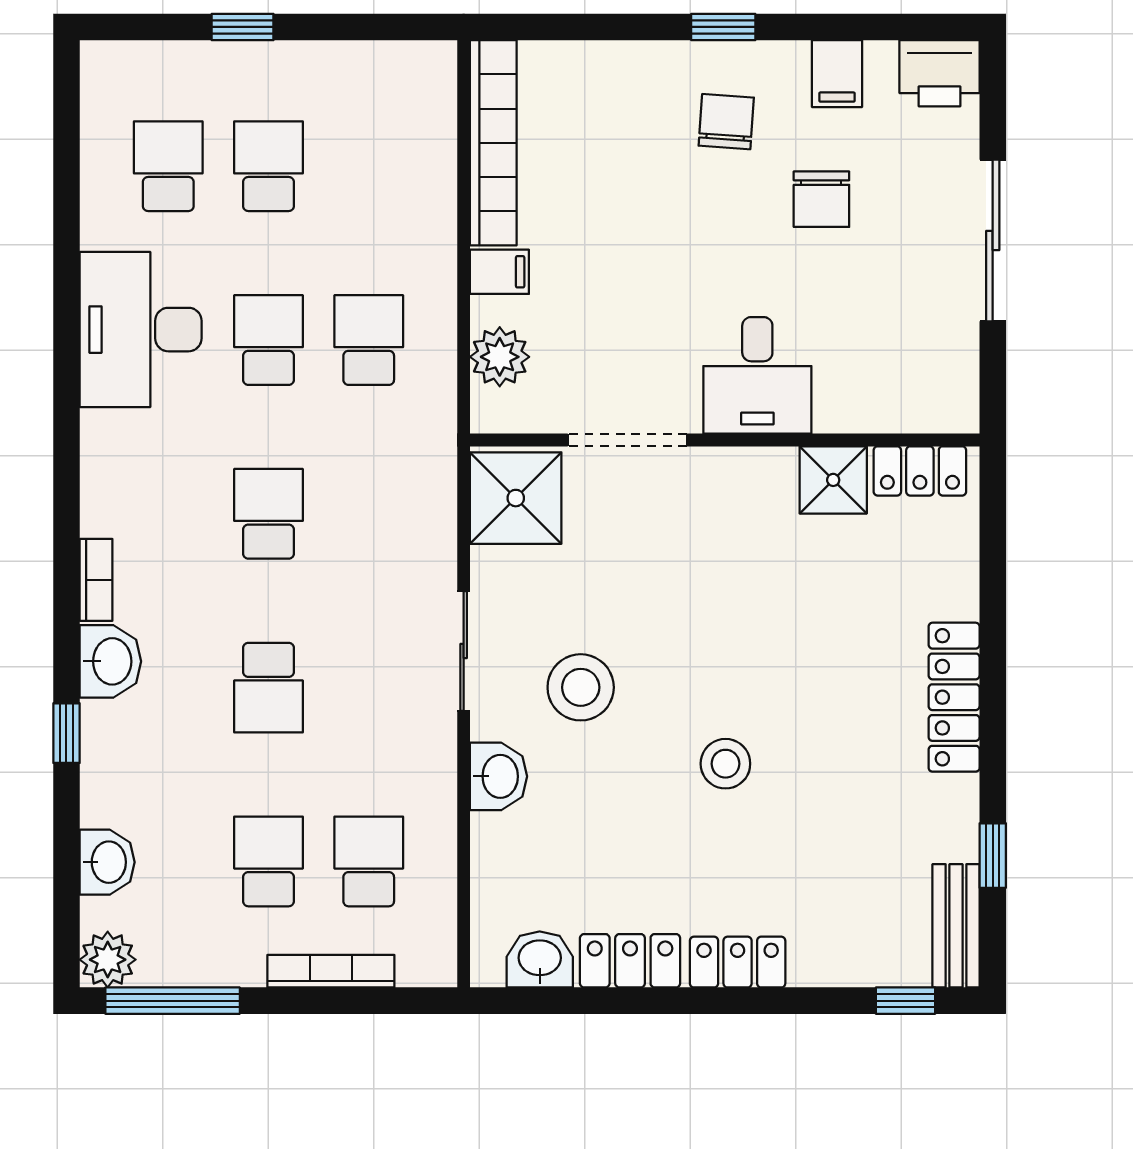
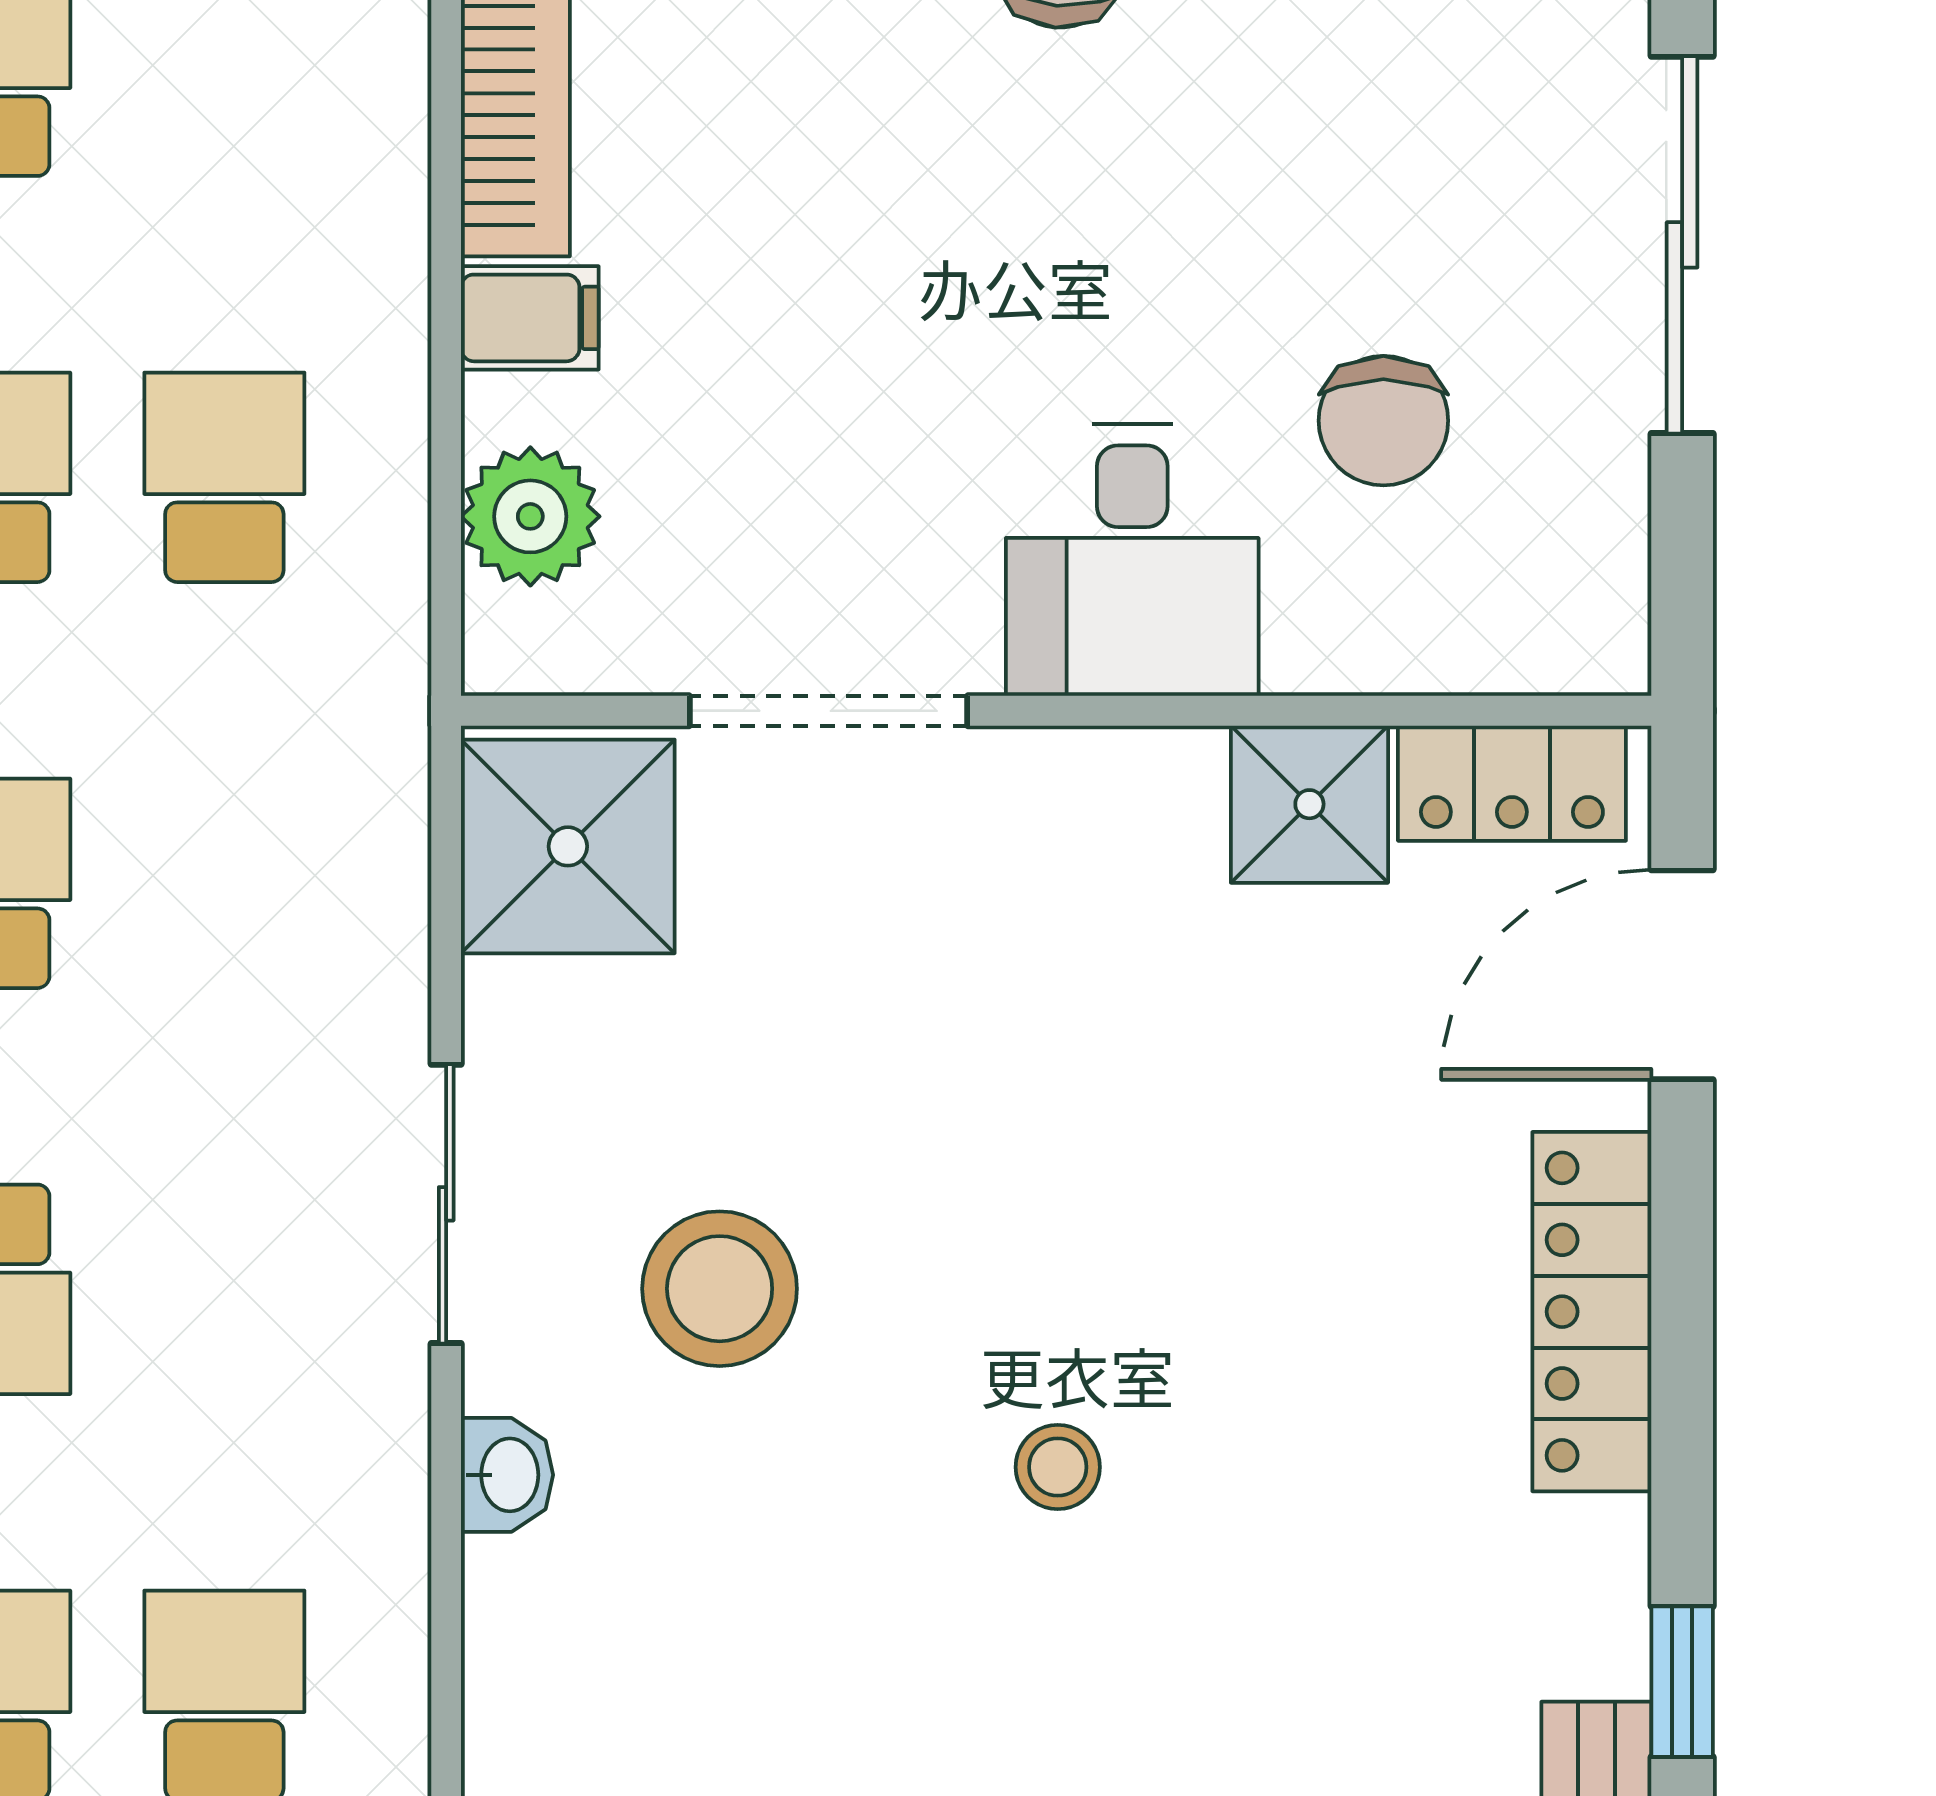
chair: (821, 199) -> (1383, 421), moved
door: (993, 553) -> (1682, 975), added
stool: (725, 764) -> (1058, 1467), width x0.73, depth x0.73
washbasin: (499, 776) -> (507, 1475), width x0.72, depth x0.69

